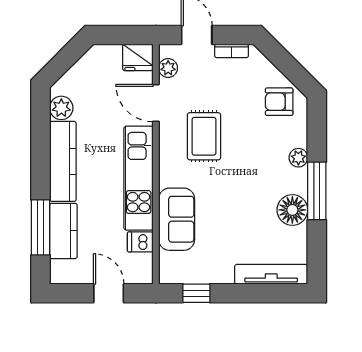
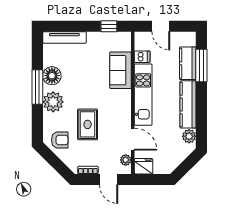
rug: (204, 136) -> (88, 124), moved
plant: (298, 158) -> (53, 102), width x1.87, depth x1.87

